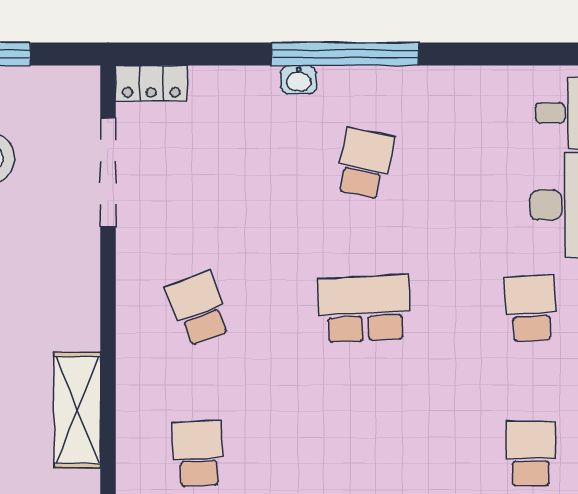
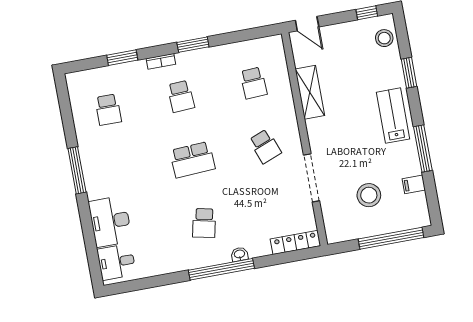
locker: (151, 83) -> (295, 242), width x1.53
doorway: (108, 172) -> (312, 178), moved
school desk: (531, 308) -> (181, 96), moved

